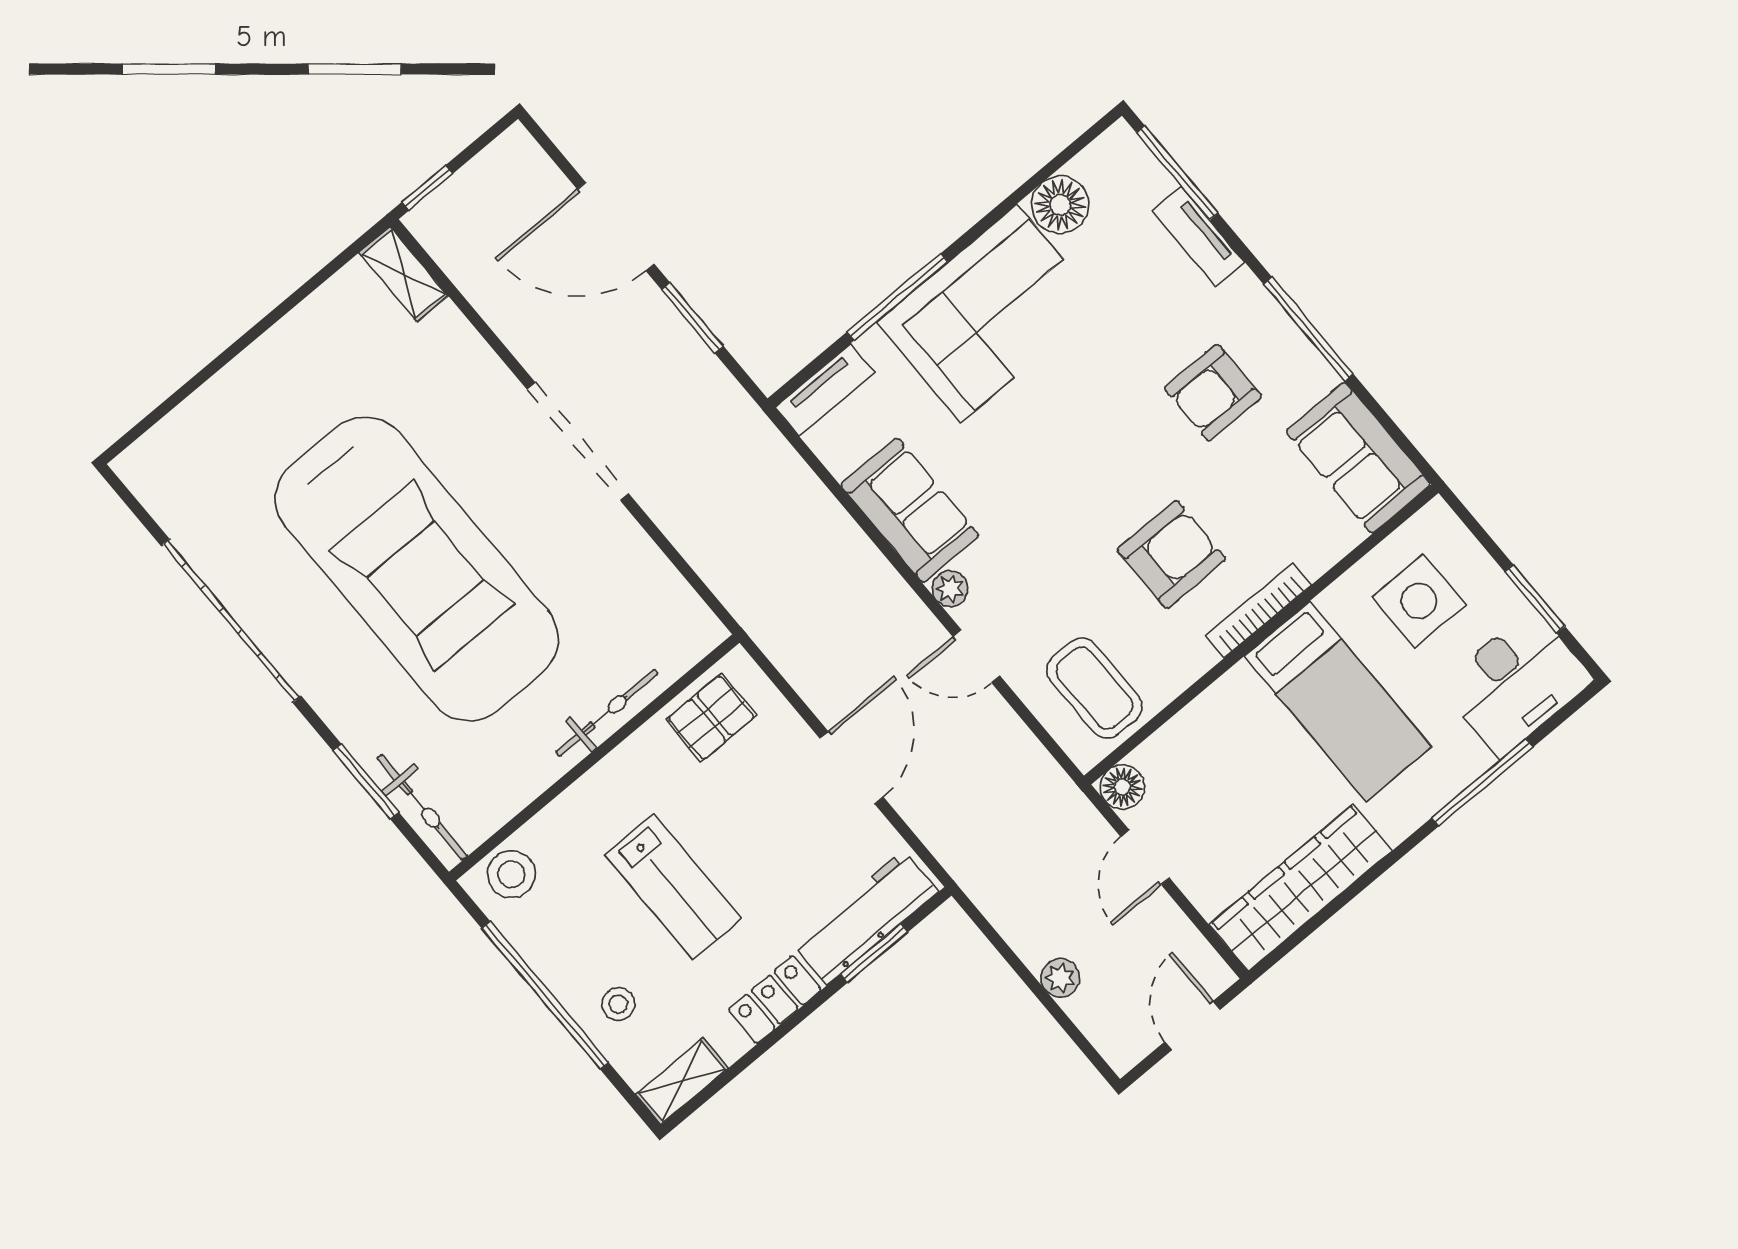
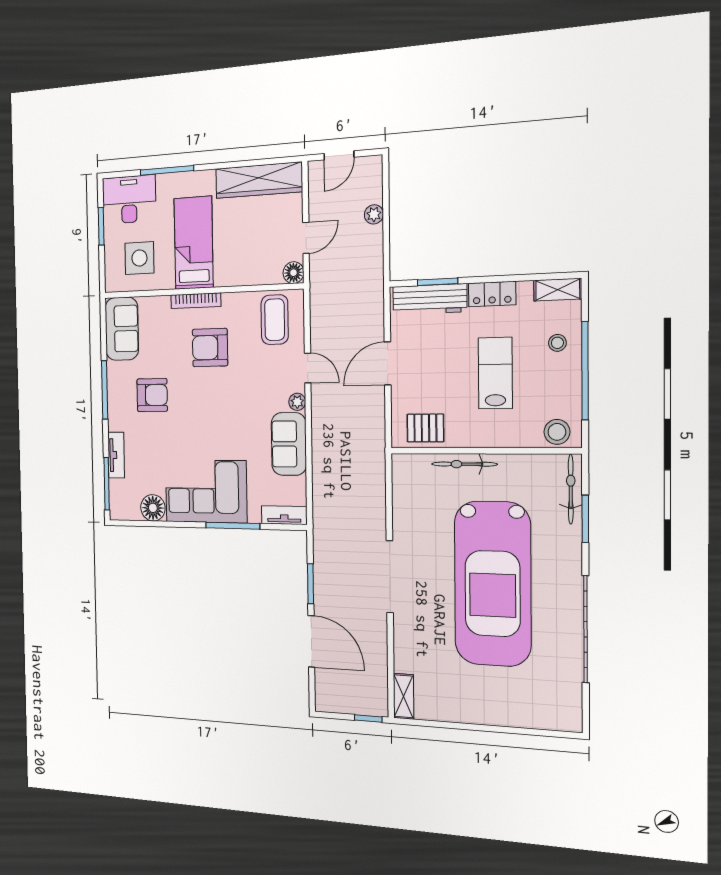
car: (417, 569) -> (493, 584), turned 180

